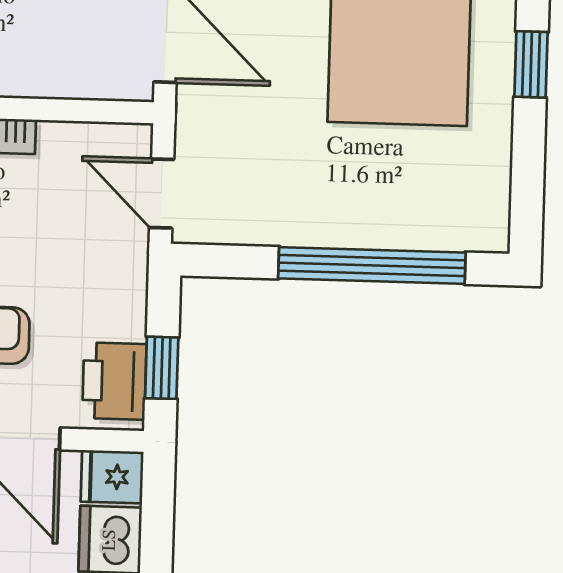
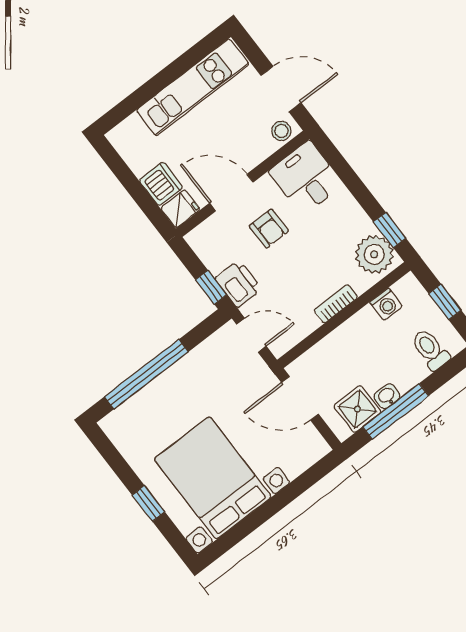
window: (162, 368) -> (211, 287), moved
printer: (114, 381) -> (238, 284), moved

